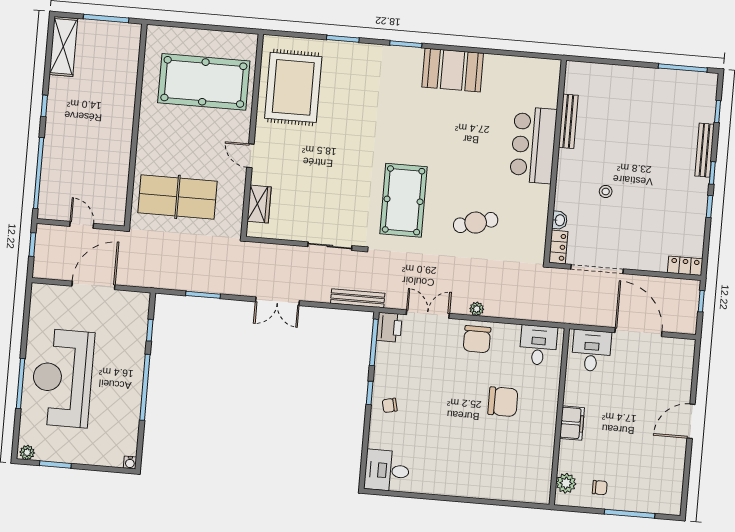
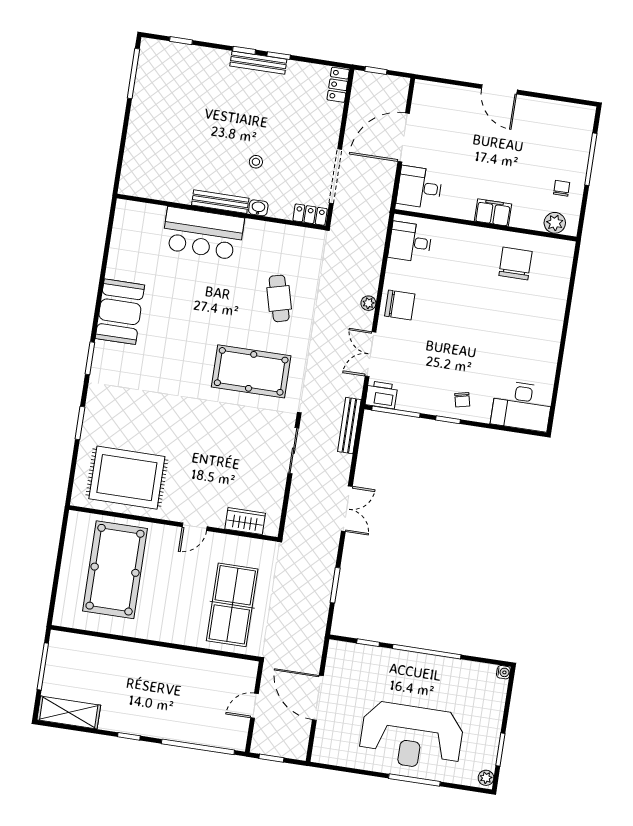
bench: (568, 121) -> (220, 202), moved
bench: (705, 150) -> (258, 63), moved
washbasin: (559, 220) -> (258, 208), moved
chair: (503, 402) -> (515, 263), moved
desk: (387, 471) -> (522, 406), width x1.37

